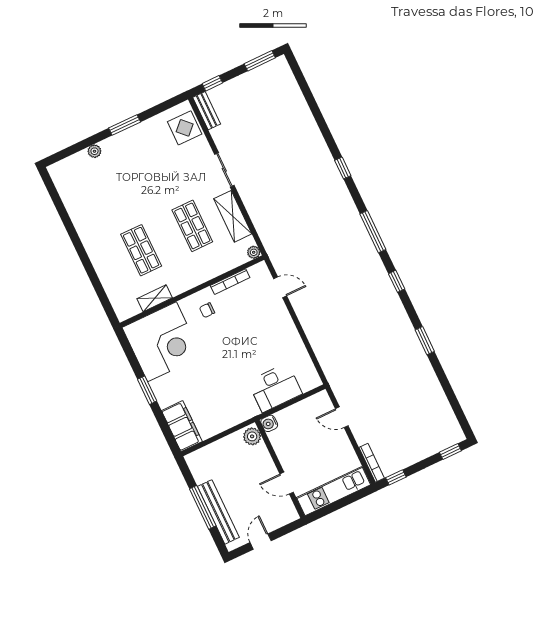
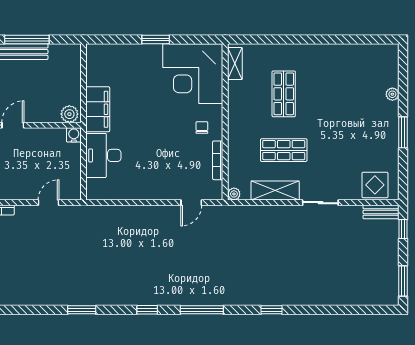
shop shelf: (141, 250) -> (284, 94), turned 90
shelving: (155, 298) -> (235, 64), moved
filing cabinet: (182, 426) -> (98, 109), moved, turned -90

